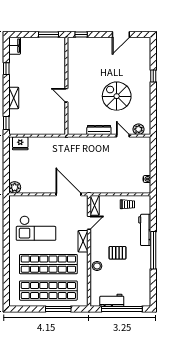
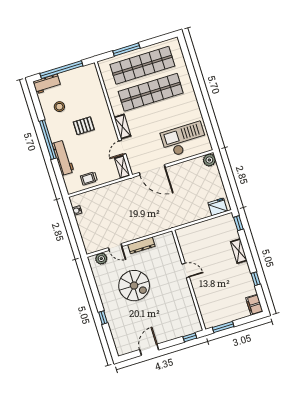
checkout: (36, 228) -> (184, 139), moved
stool: (97, 266) -> (59, 107), moved
workbench: (112, 300) -> (47, 84), moved

